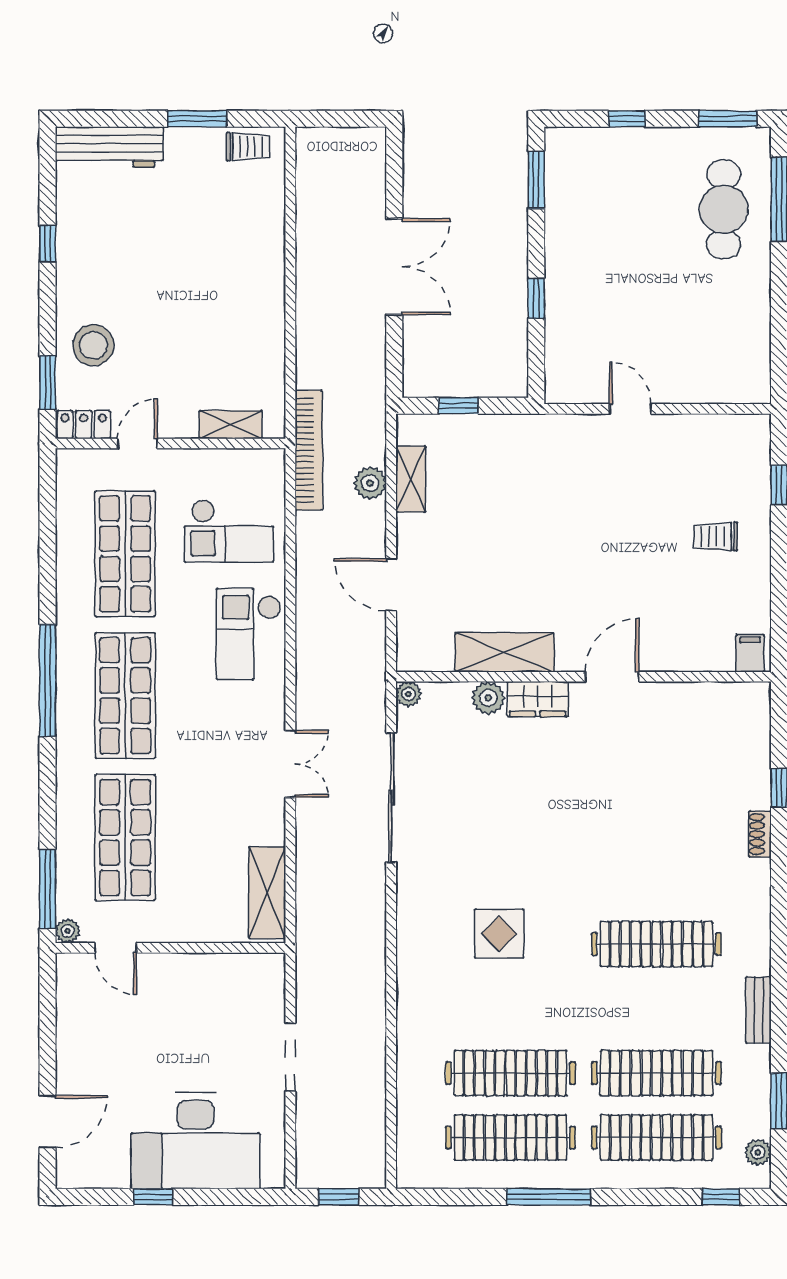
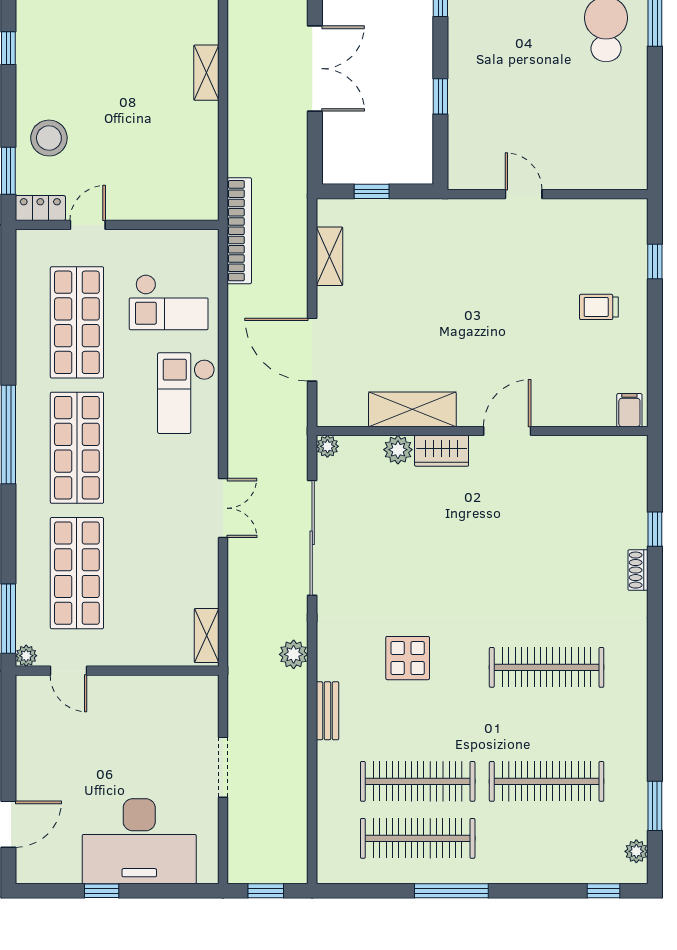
shelving: (231, 425) -> (206, 73), moved, turned 90
plant: (370, 483) -> (294, 654), moved
door: (391, 585) -> (312, 350), width x1.36
shelving: (267, 893) -> (207, 636), width x0.67, depth x0.75
bench: (758, 1010) -> (327, 711), moved
clothes rail: (656, 1138) -> (547, 838), removed

